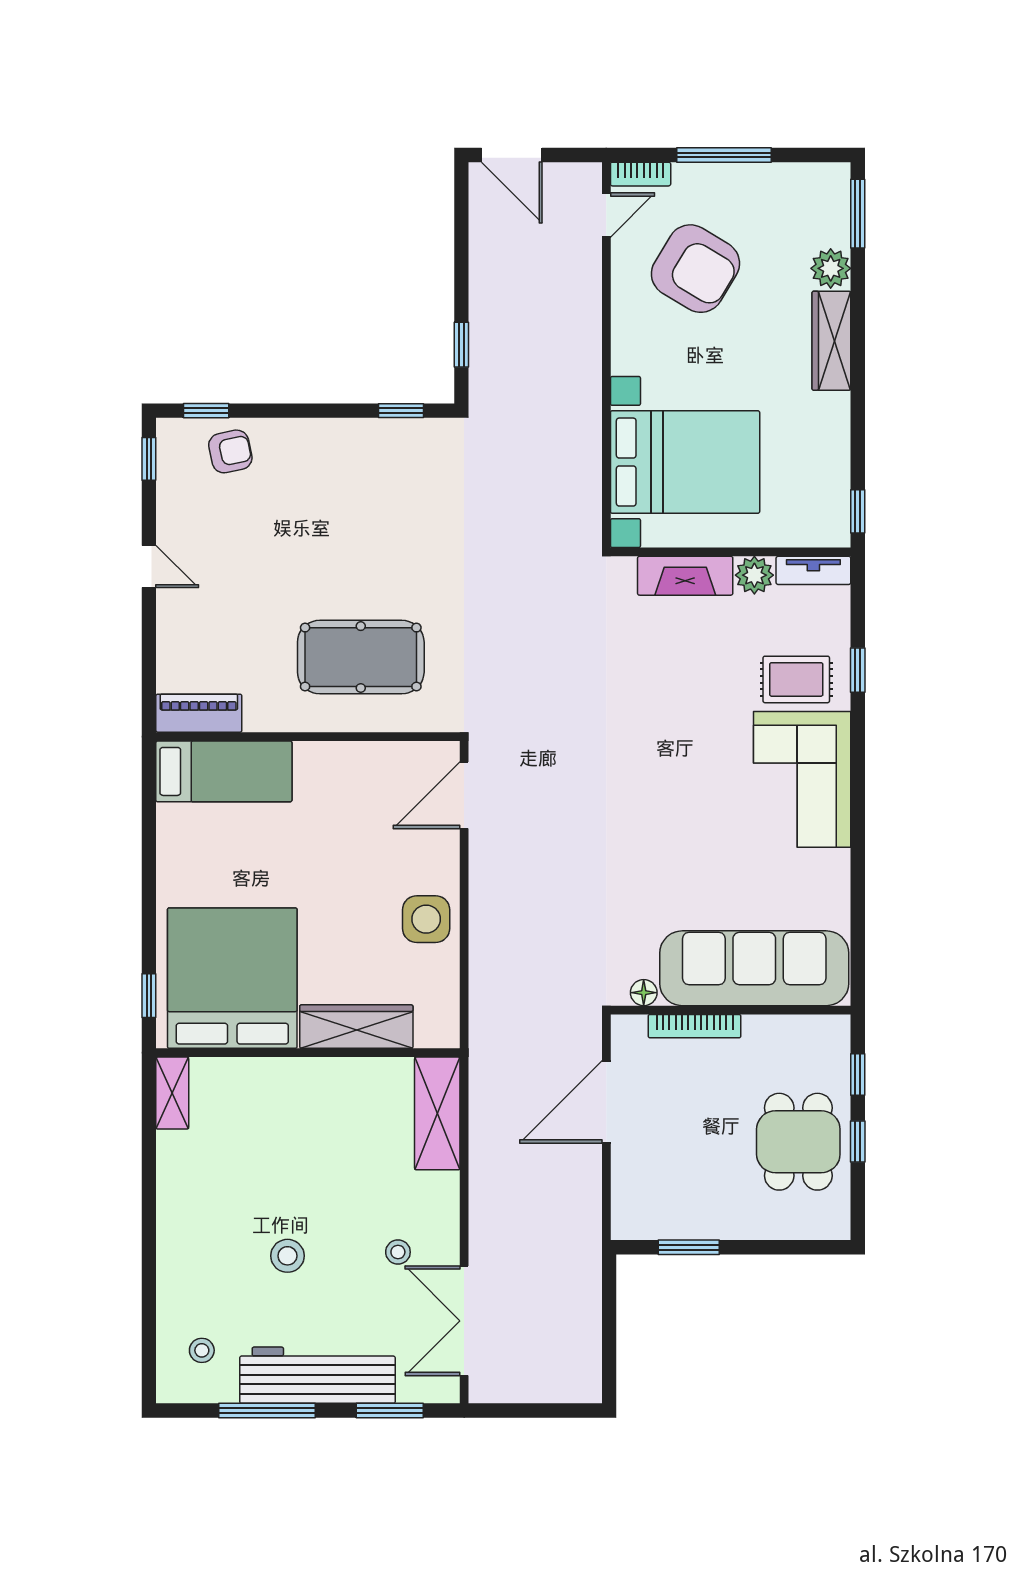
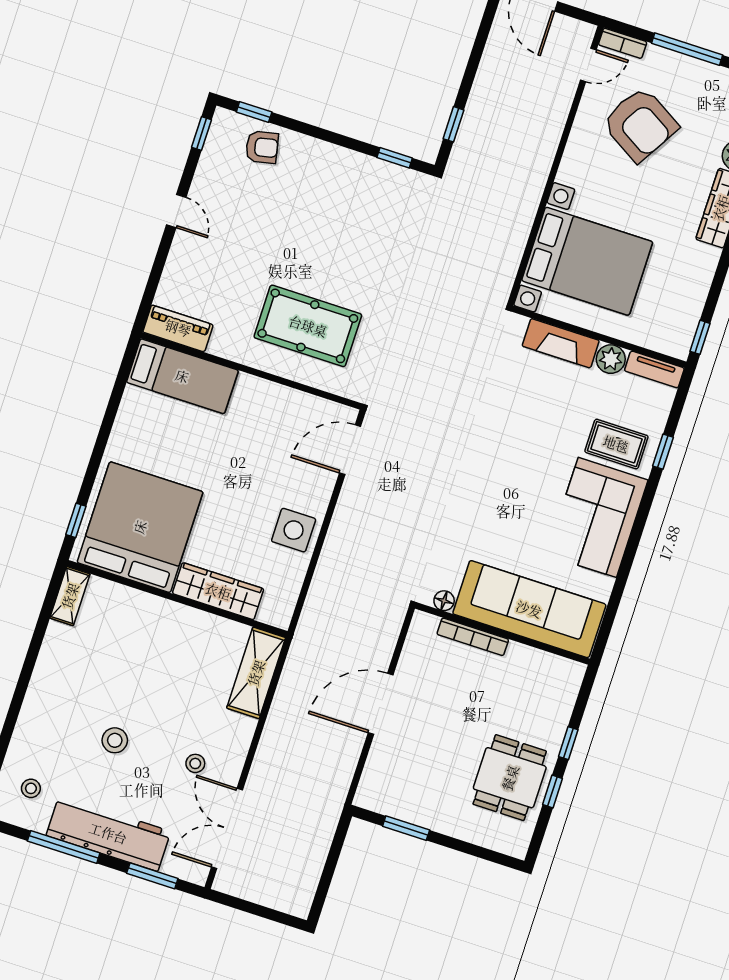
sofa: (754, 968) -> (529, 609), moved
floor lamp: (644, 993) -> (444, 601), moved
wall: (731, 1010) -> (503, 634), moved
bookcase: (695, 1026) -> (473, 637), moved

